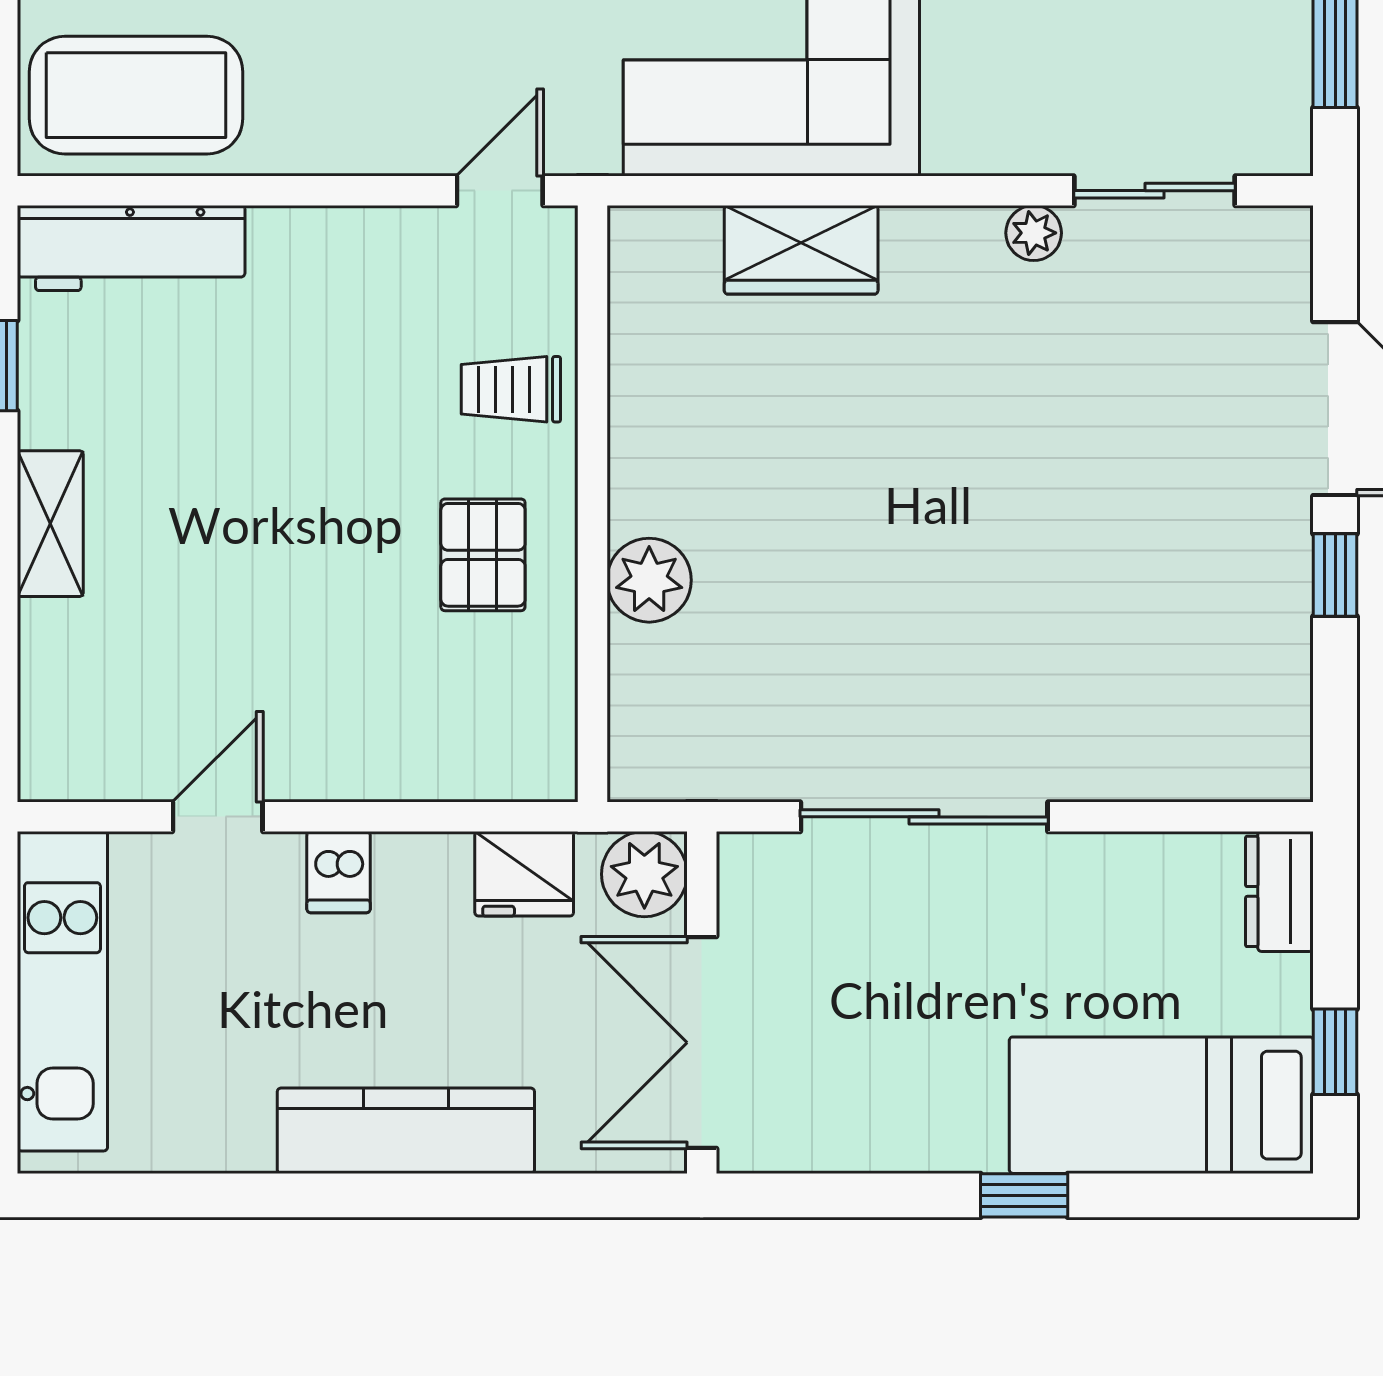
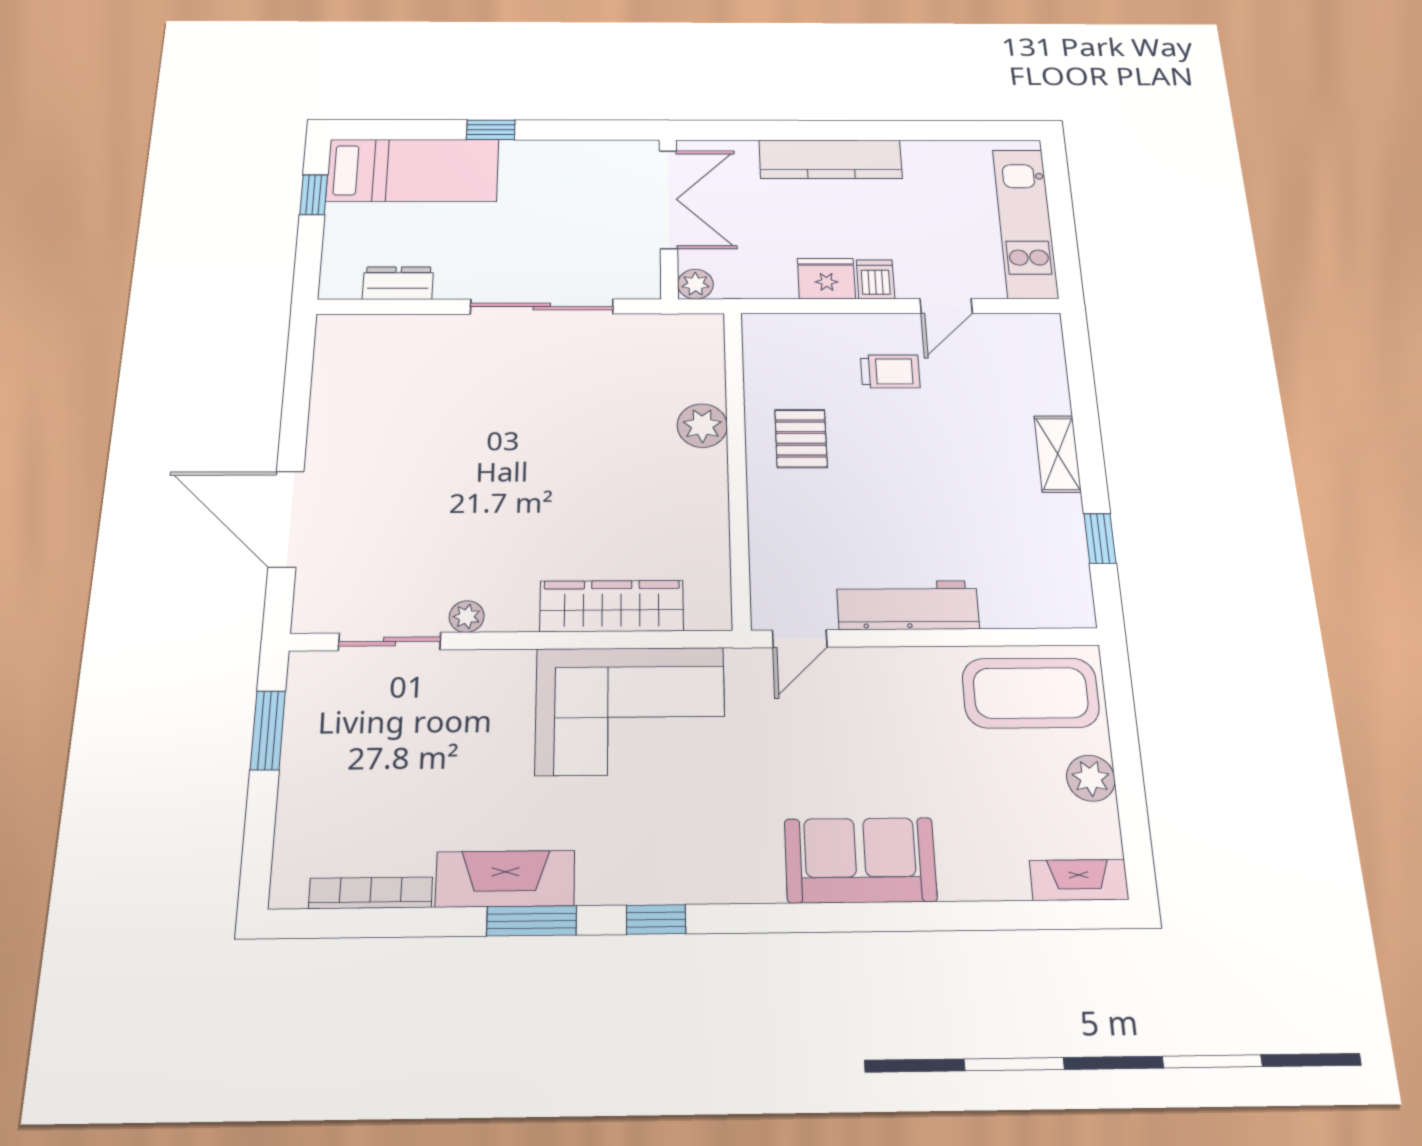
workbench: (131, 248) -> (908, 605), moved
wardrobe: (801, 250) -> (612, 606), width x1.50
trolley: (511, 389) -> (890, 371), moved
window: (1335, 575) -> (294, 430), removed
fridge: (524, 874) -> (826, 279), moved
plant: (644, 874) -> (695, 284), width x0.73, depth x0.73
dresser: (1279, 891) -> (398, 283), moved, turned -90

